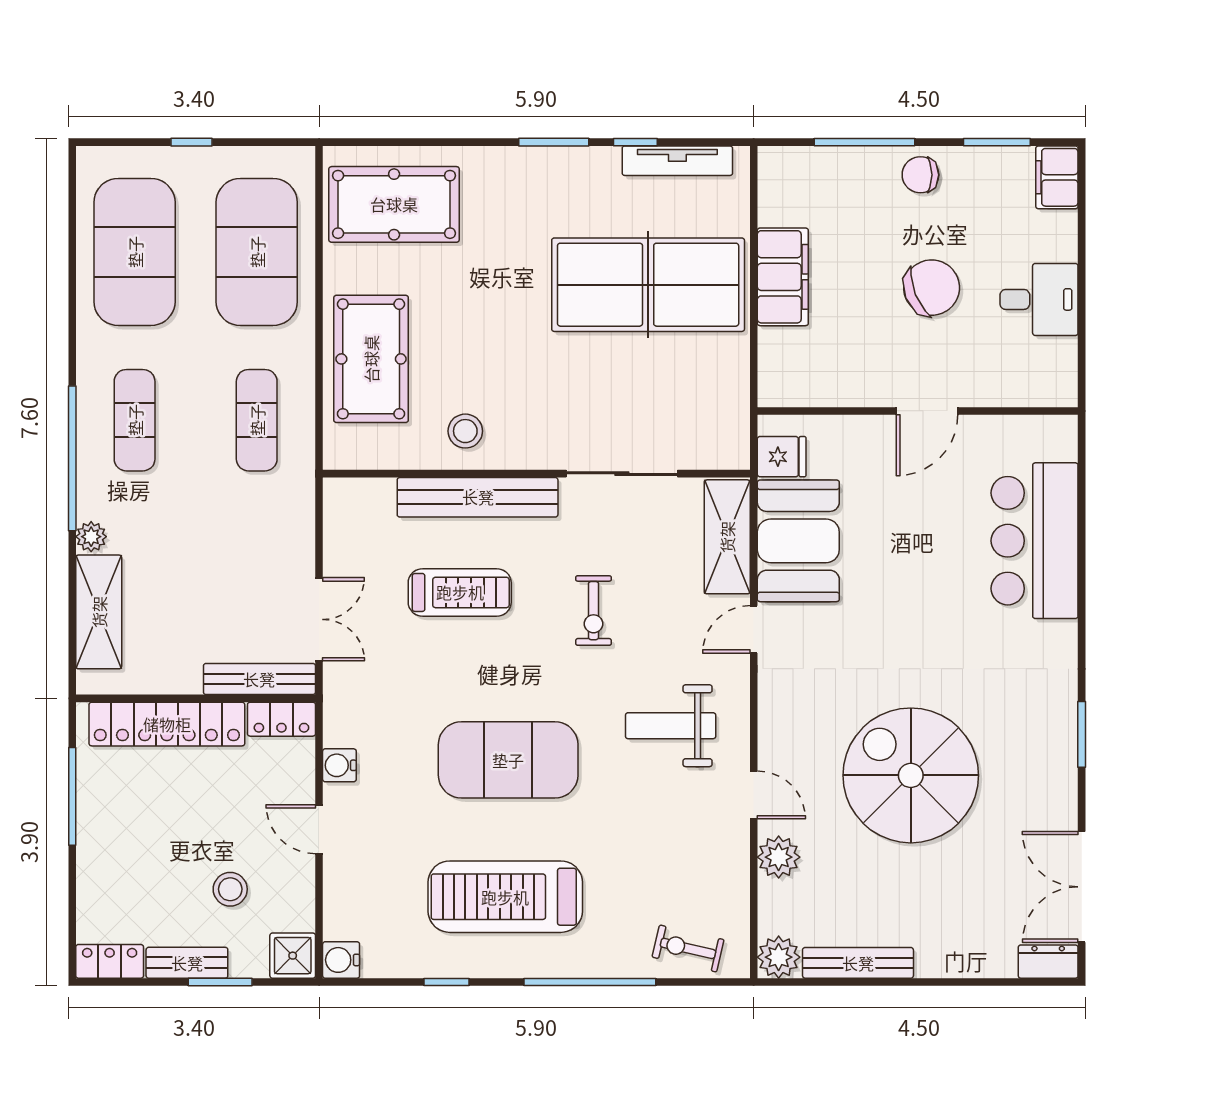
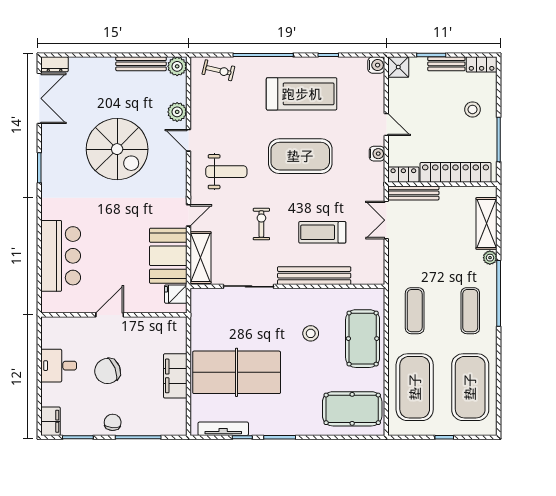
chair: (920, 175) -> (113, 422), turned -86
stool: (465, 431) -> (311, 333), moved
stool: (230, 889) -> (473, 109), moved

